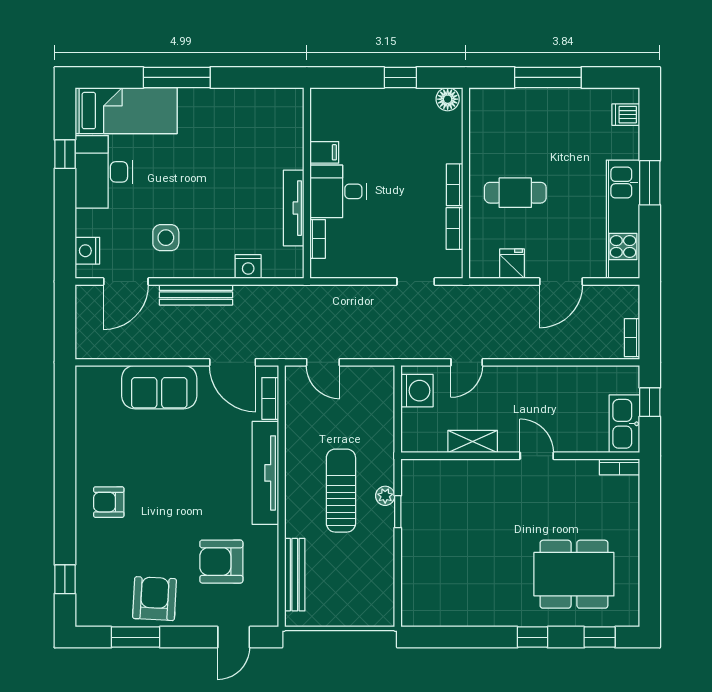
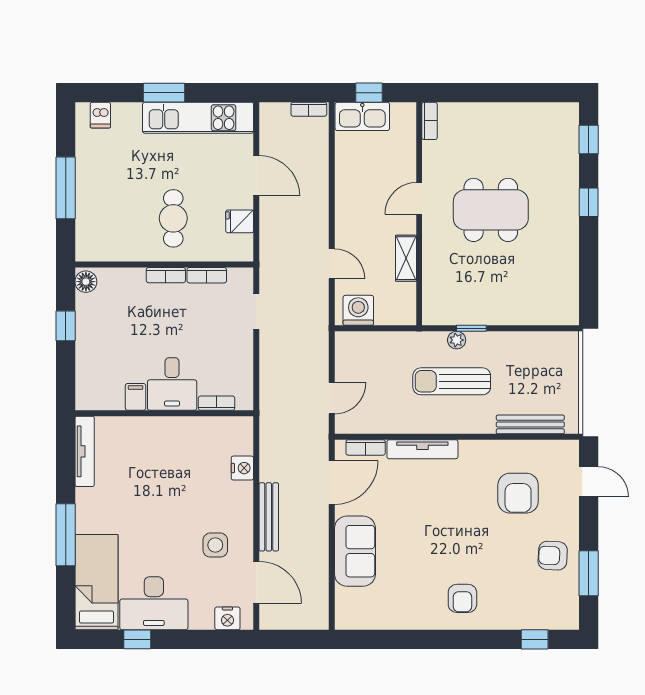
tv unit: (294, 208) -> (85, 451), moved, turned -90
kitchen sink: (624, 424) -> (362, 116), moved
tv unit: (265, 473) -> (422, 449), width x0.73, depth x0.78
dining table: (574, 574) -> (491, 210), moved, turned 90
armchair: (154, 599) -> (553, 556), width x0.72, depth x0.72

